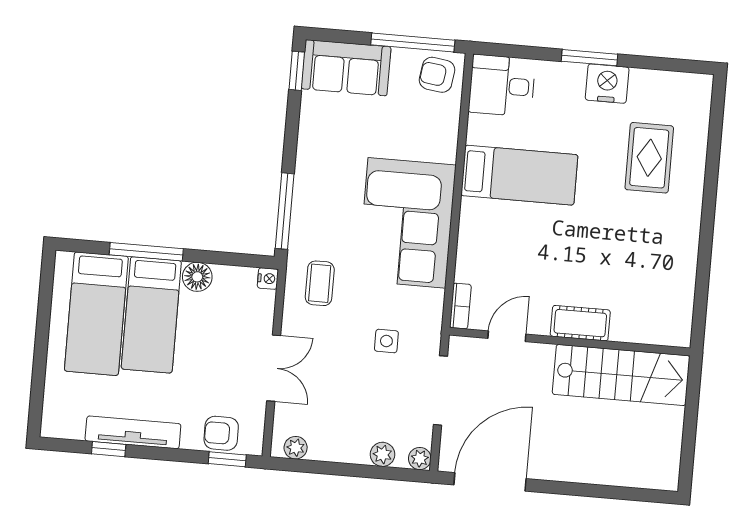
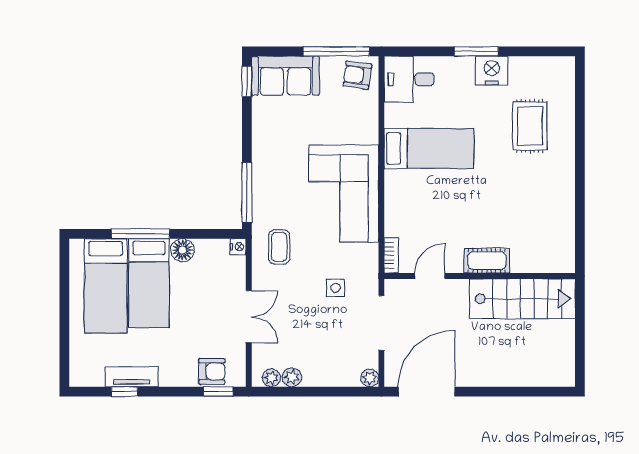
tv unit: (133, 432) -> (132, 377), width x0.71
armchair: (221, 433) -> (212, 371), turned 180
plant: (382, 454) -> (292, 377), moved

